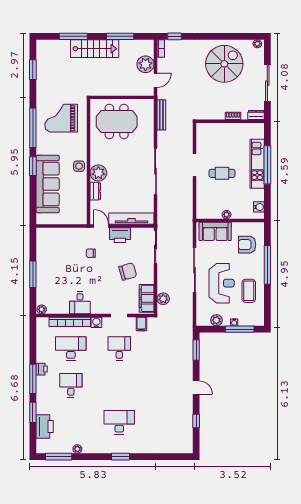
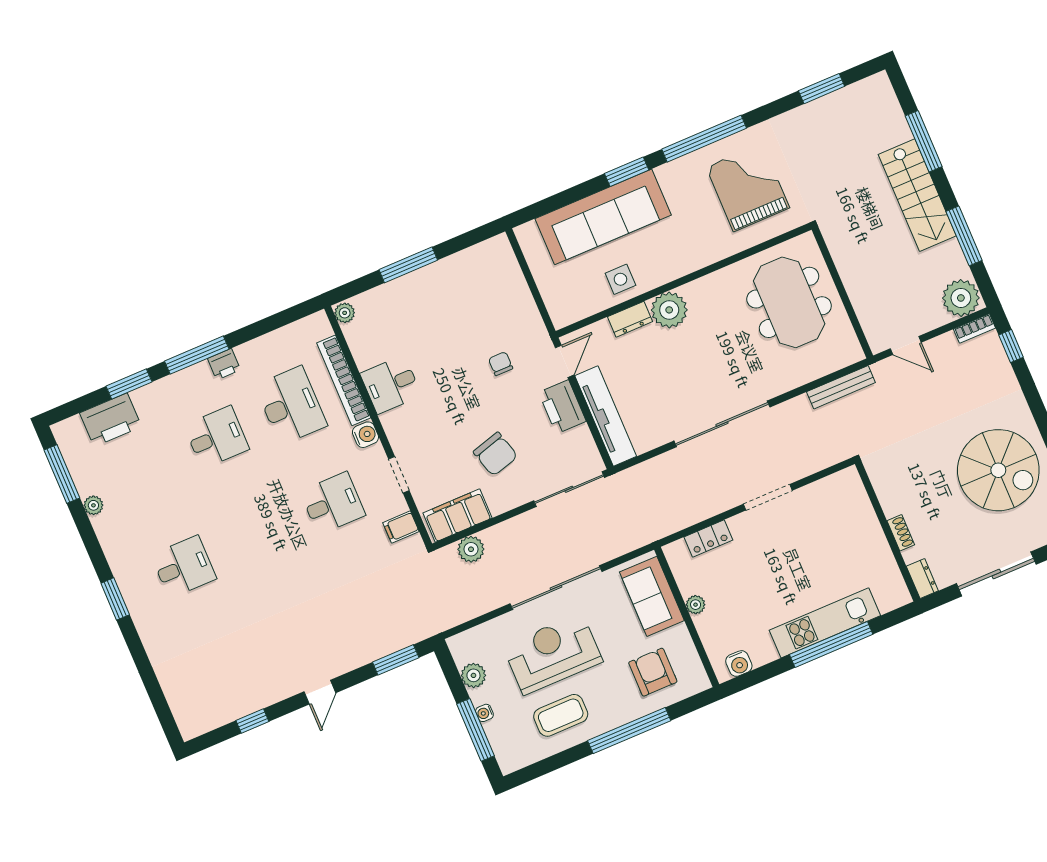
plant: (145, 64) -> (961, 298), moved
side table: (79, 166) -> (620, 279), moved
cafe table: (222, 173) -> (775, 560), removed
locker: (201, 197) -> (708, 539), added
reception desk: (222, 283) -> (553, 654), turned 180
desk: (119, 422) -> (184, 567), width x0.73

